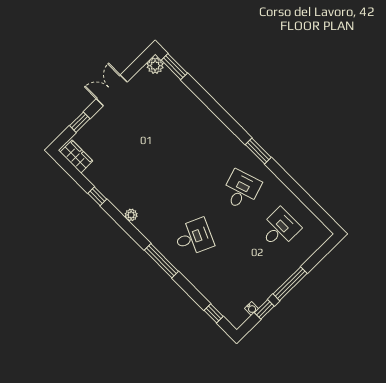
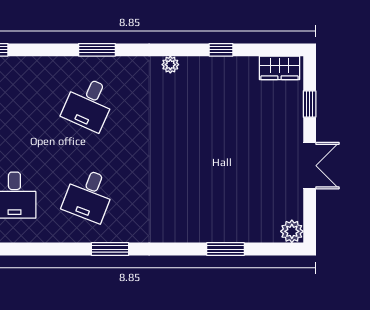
window: (174, 67) -> (226, 249), moved
desk: (241, 190) -> (89, 195), turned 39
window: (161, 261) -> (97, 50), width x0.69

